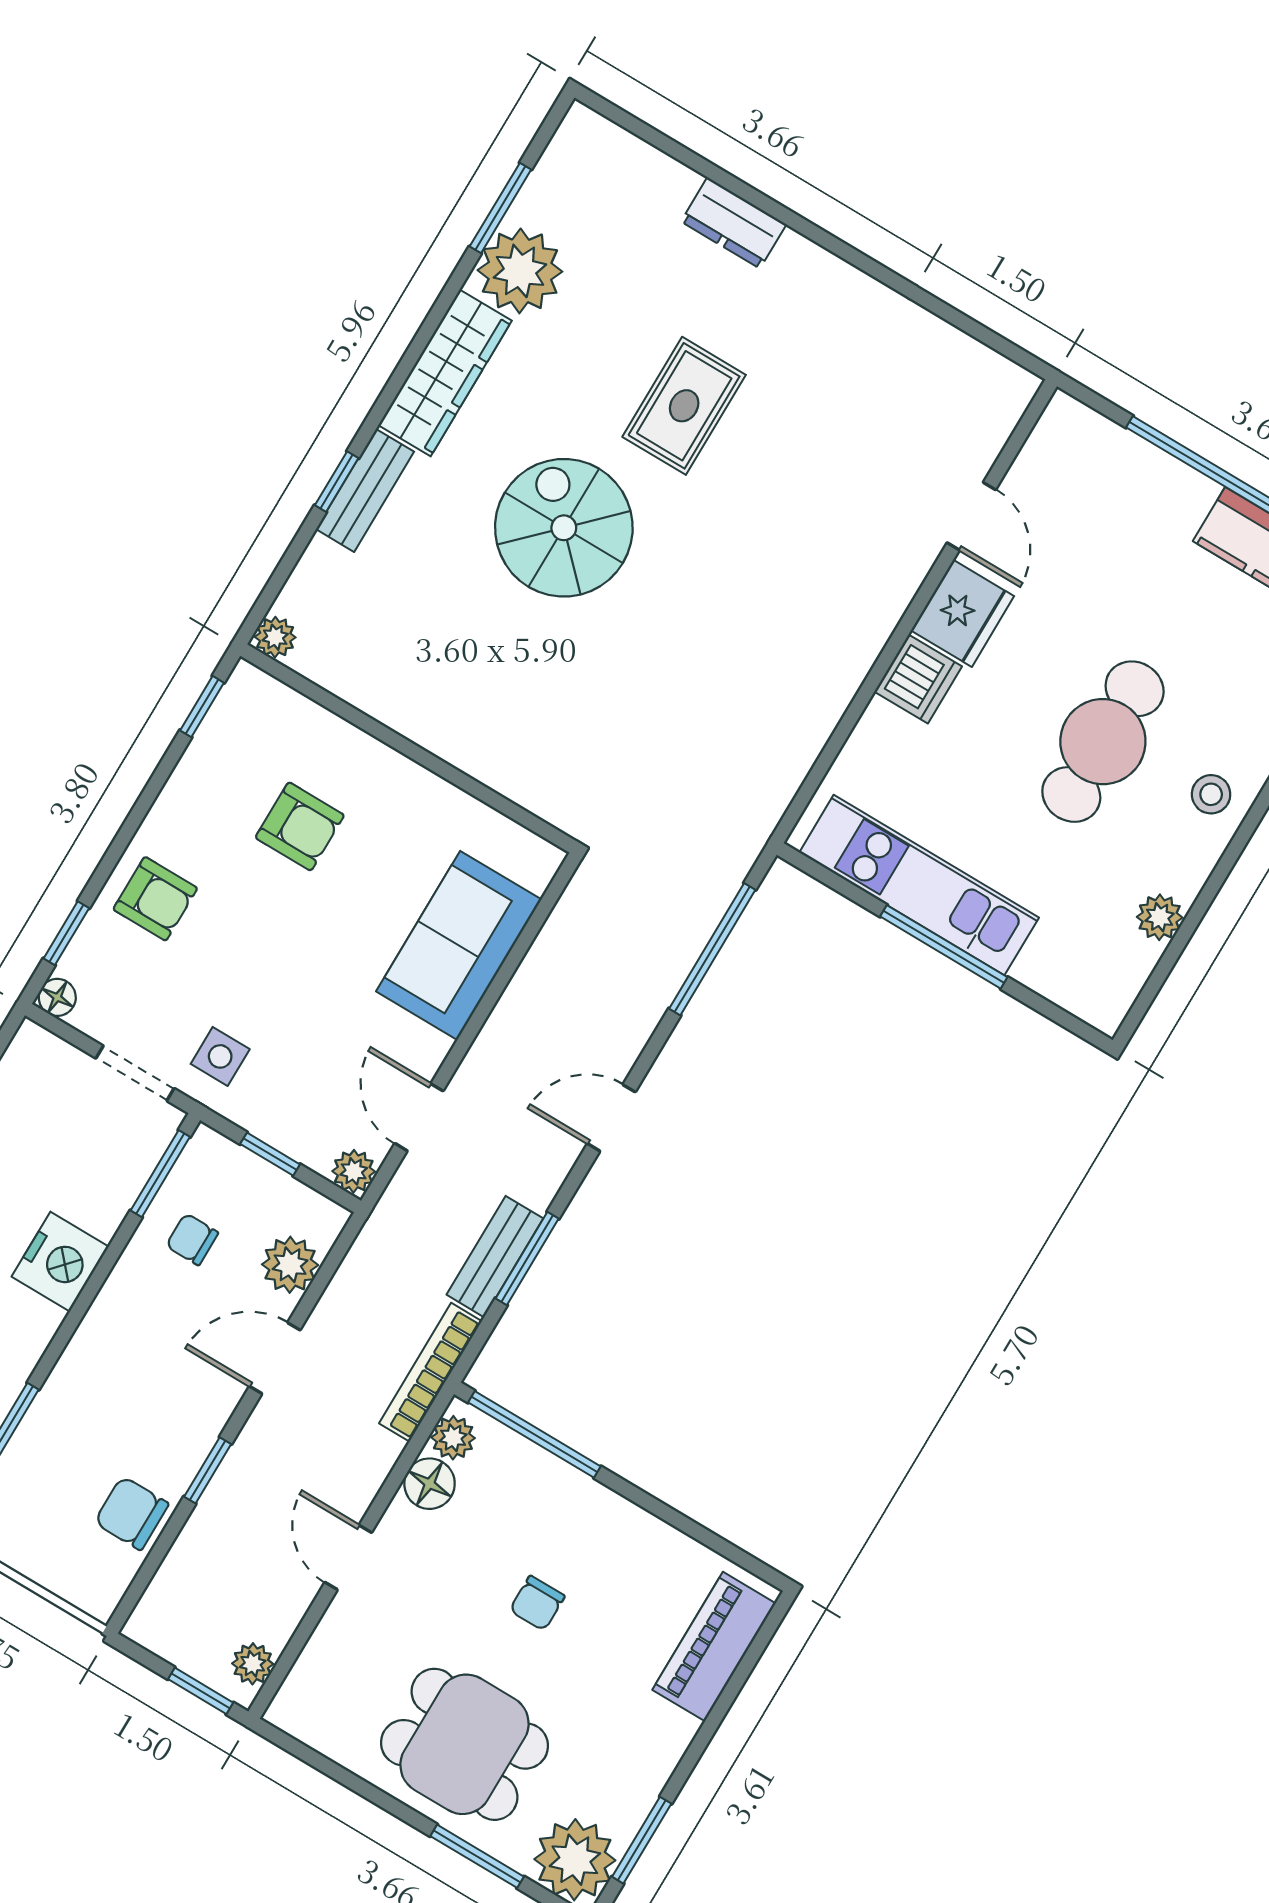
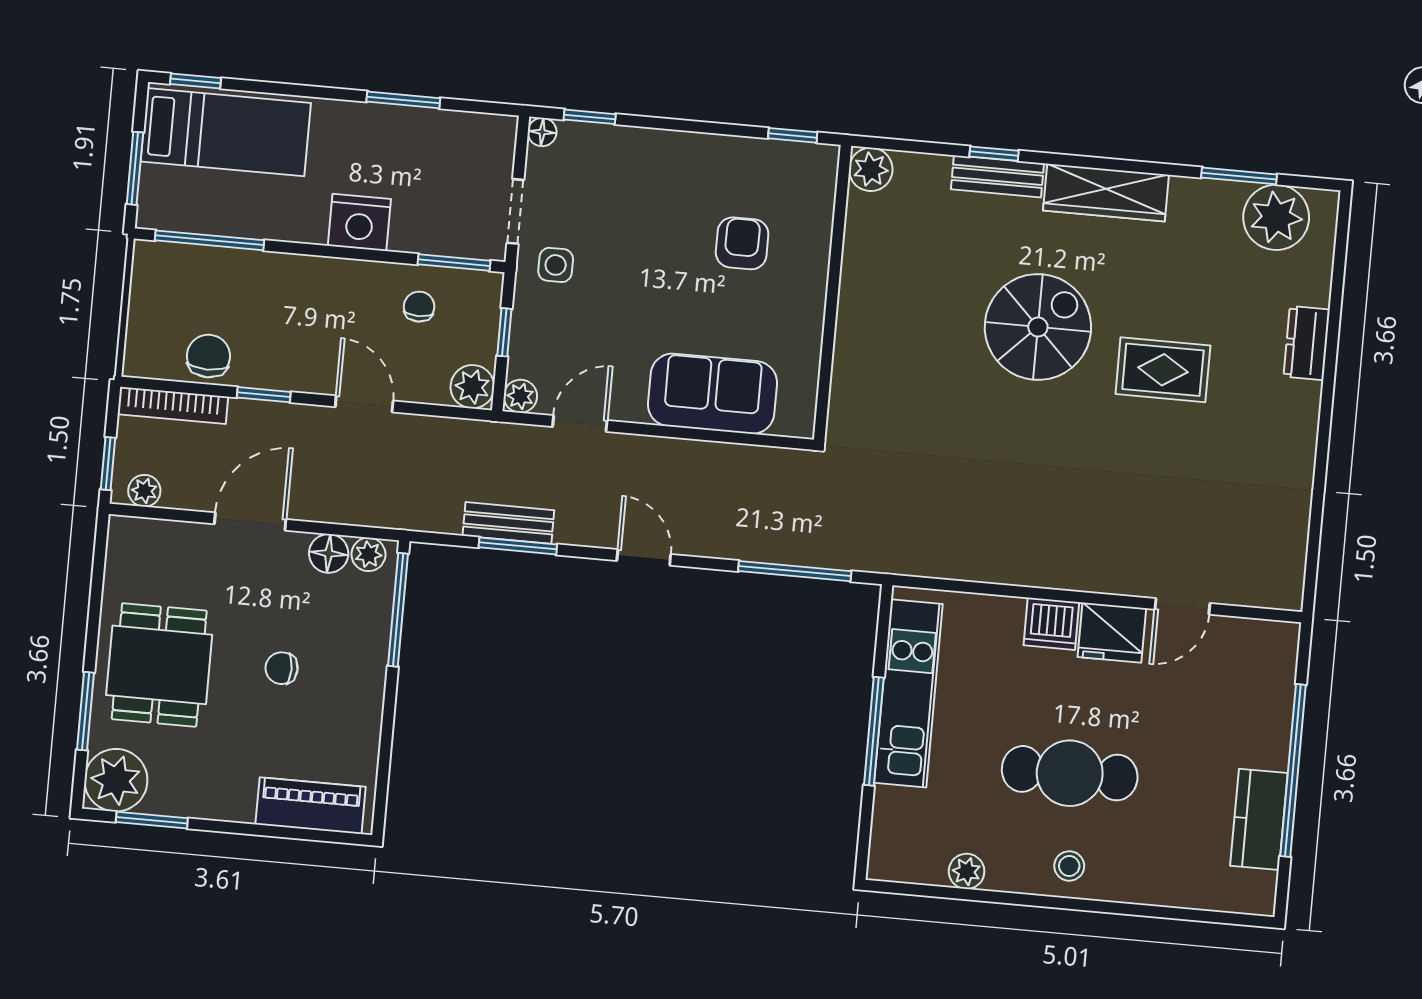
plant: (520, 271) -> (1276, 217), moved
plant: (275, 637) -> (871, 169), width x1.38, depth x1.38
armchair: (300, 826) -> (742, 243), turned 180
armchair: (155, 899) -> (643, 167), removed
plant: (290, 1265) -> (472, 387), moved
bookcase: (430, 1372) -> (173, 405), moved, turned 180
door: (348, 1557) -> (250, 522), width x1.38

